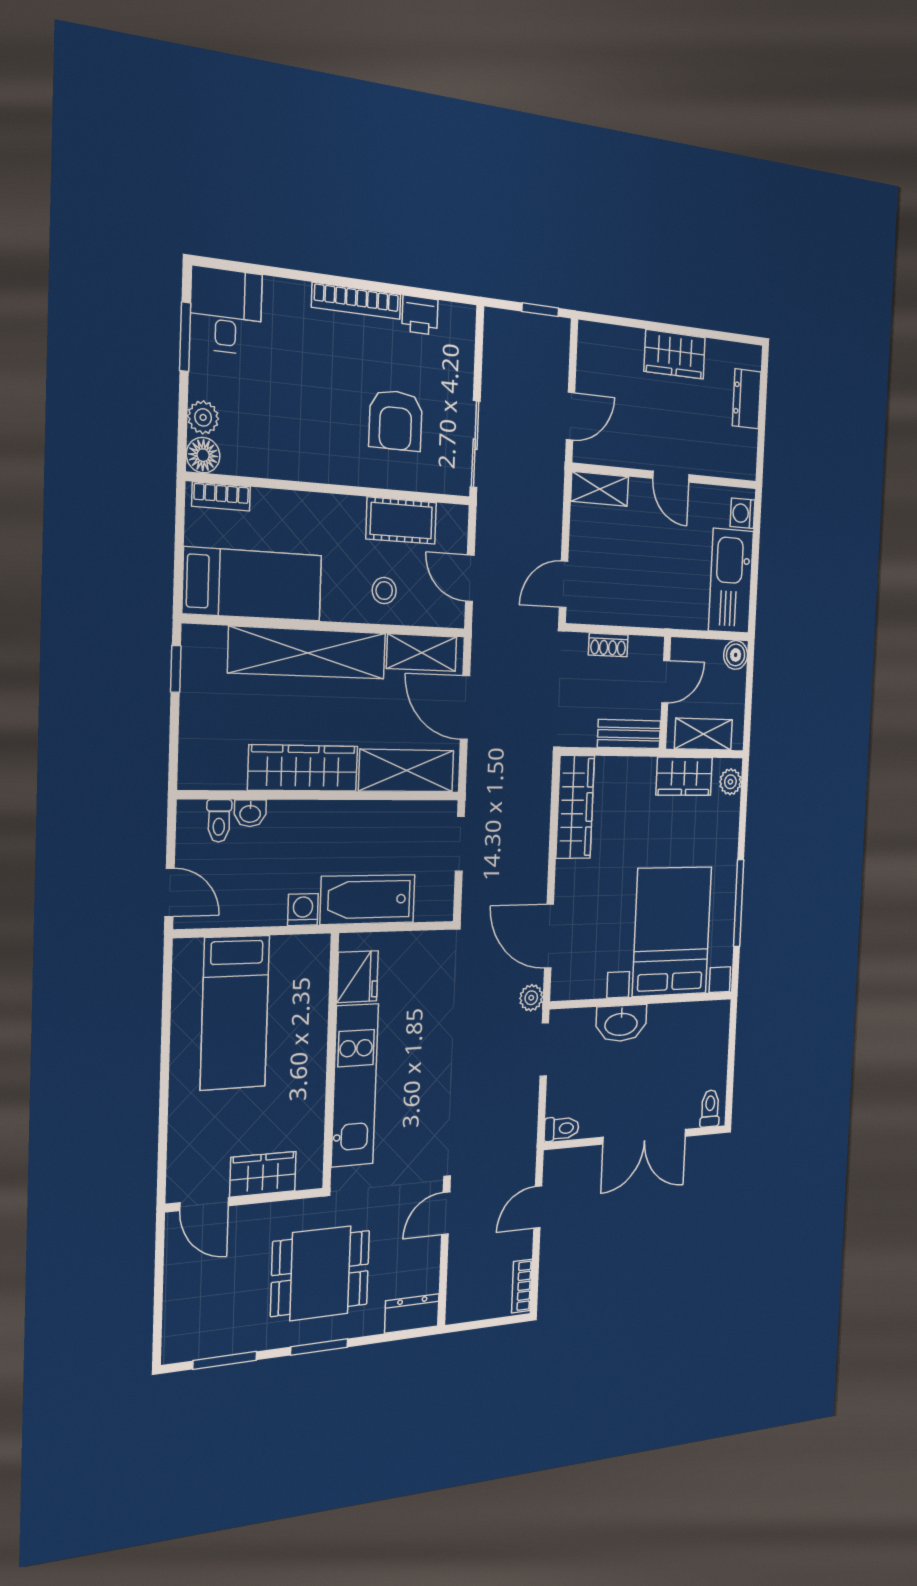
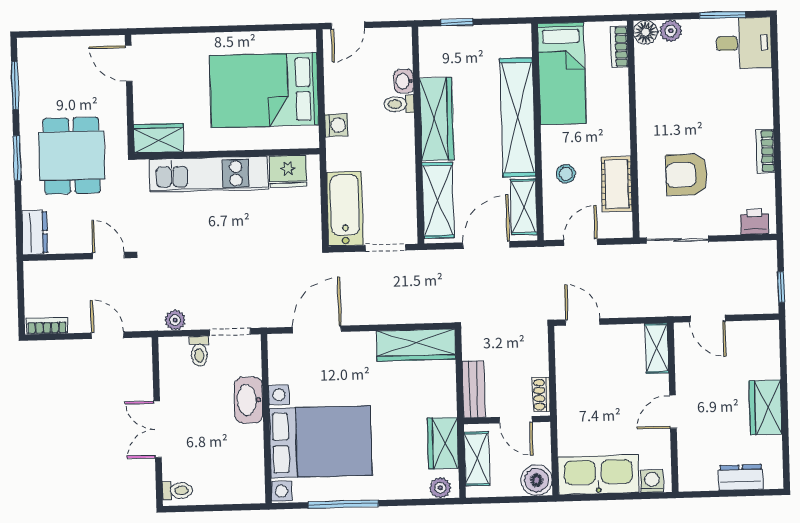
bookcase: (356, 301) -> (765, 151), width x0.64
printer: (420, 315) -> (755, 222), moved, turned 90
shoe rack: (608, 645) -> (541, 395), moved
boiler: (736, 655) -> (536, 480), width x1.36, depth x1.36
window: (176, 669) -> (457, 22), moved
toilet: (219, 821) -> (399, 104), moved
bathtub: (368, 899) -> (345, 209), moved
plant: (531, 998) -> (175, 320), moved
bed: (235, 1013) -> (264, 90), width x1.50
toilet: (562, 1129) -> (199, 351), moved
double door: (645, 1137) -> (158, 429), width x0.73
wardrobe: (263, 1174) -> (159, 138), moved, turned -90
door: (204, 1204) -> (129, 63), hinge flipped

